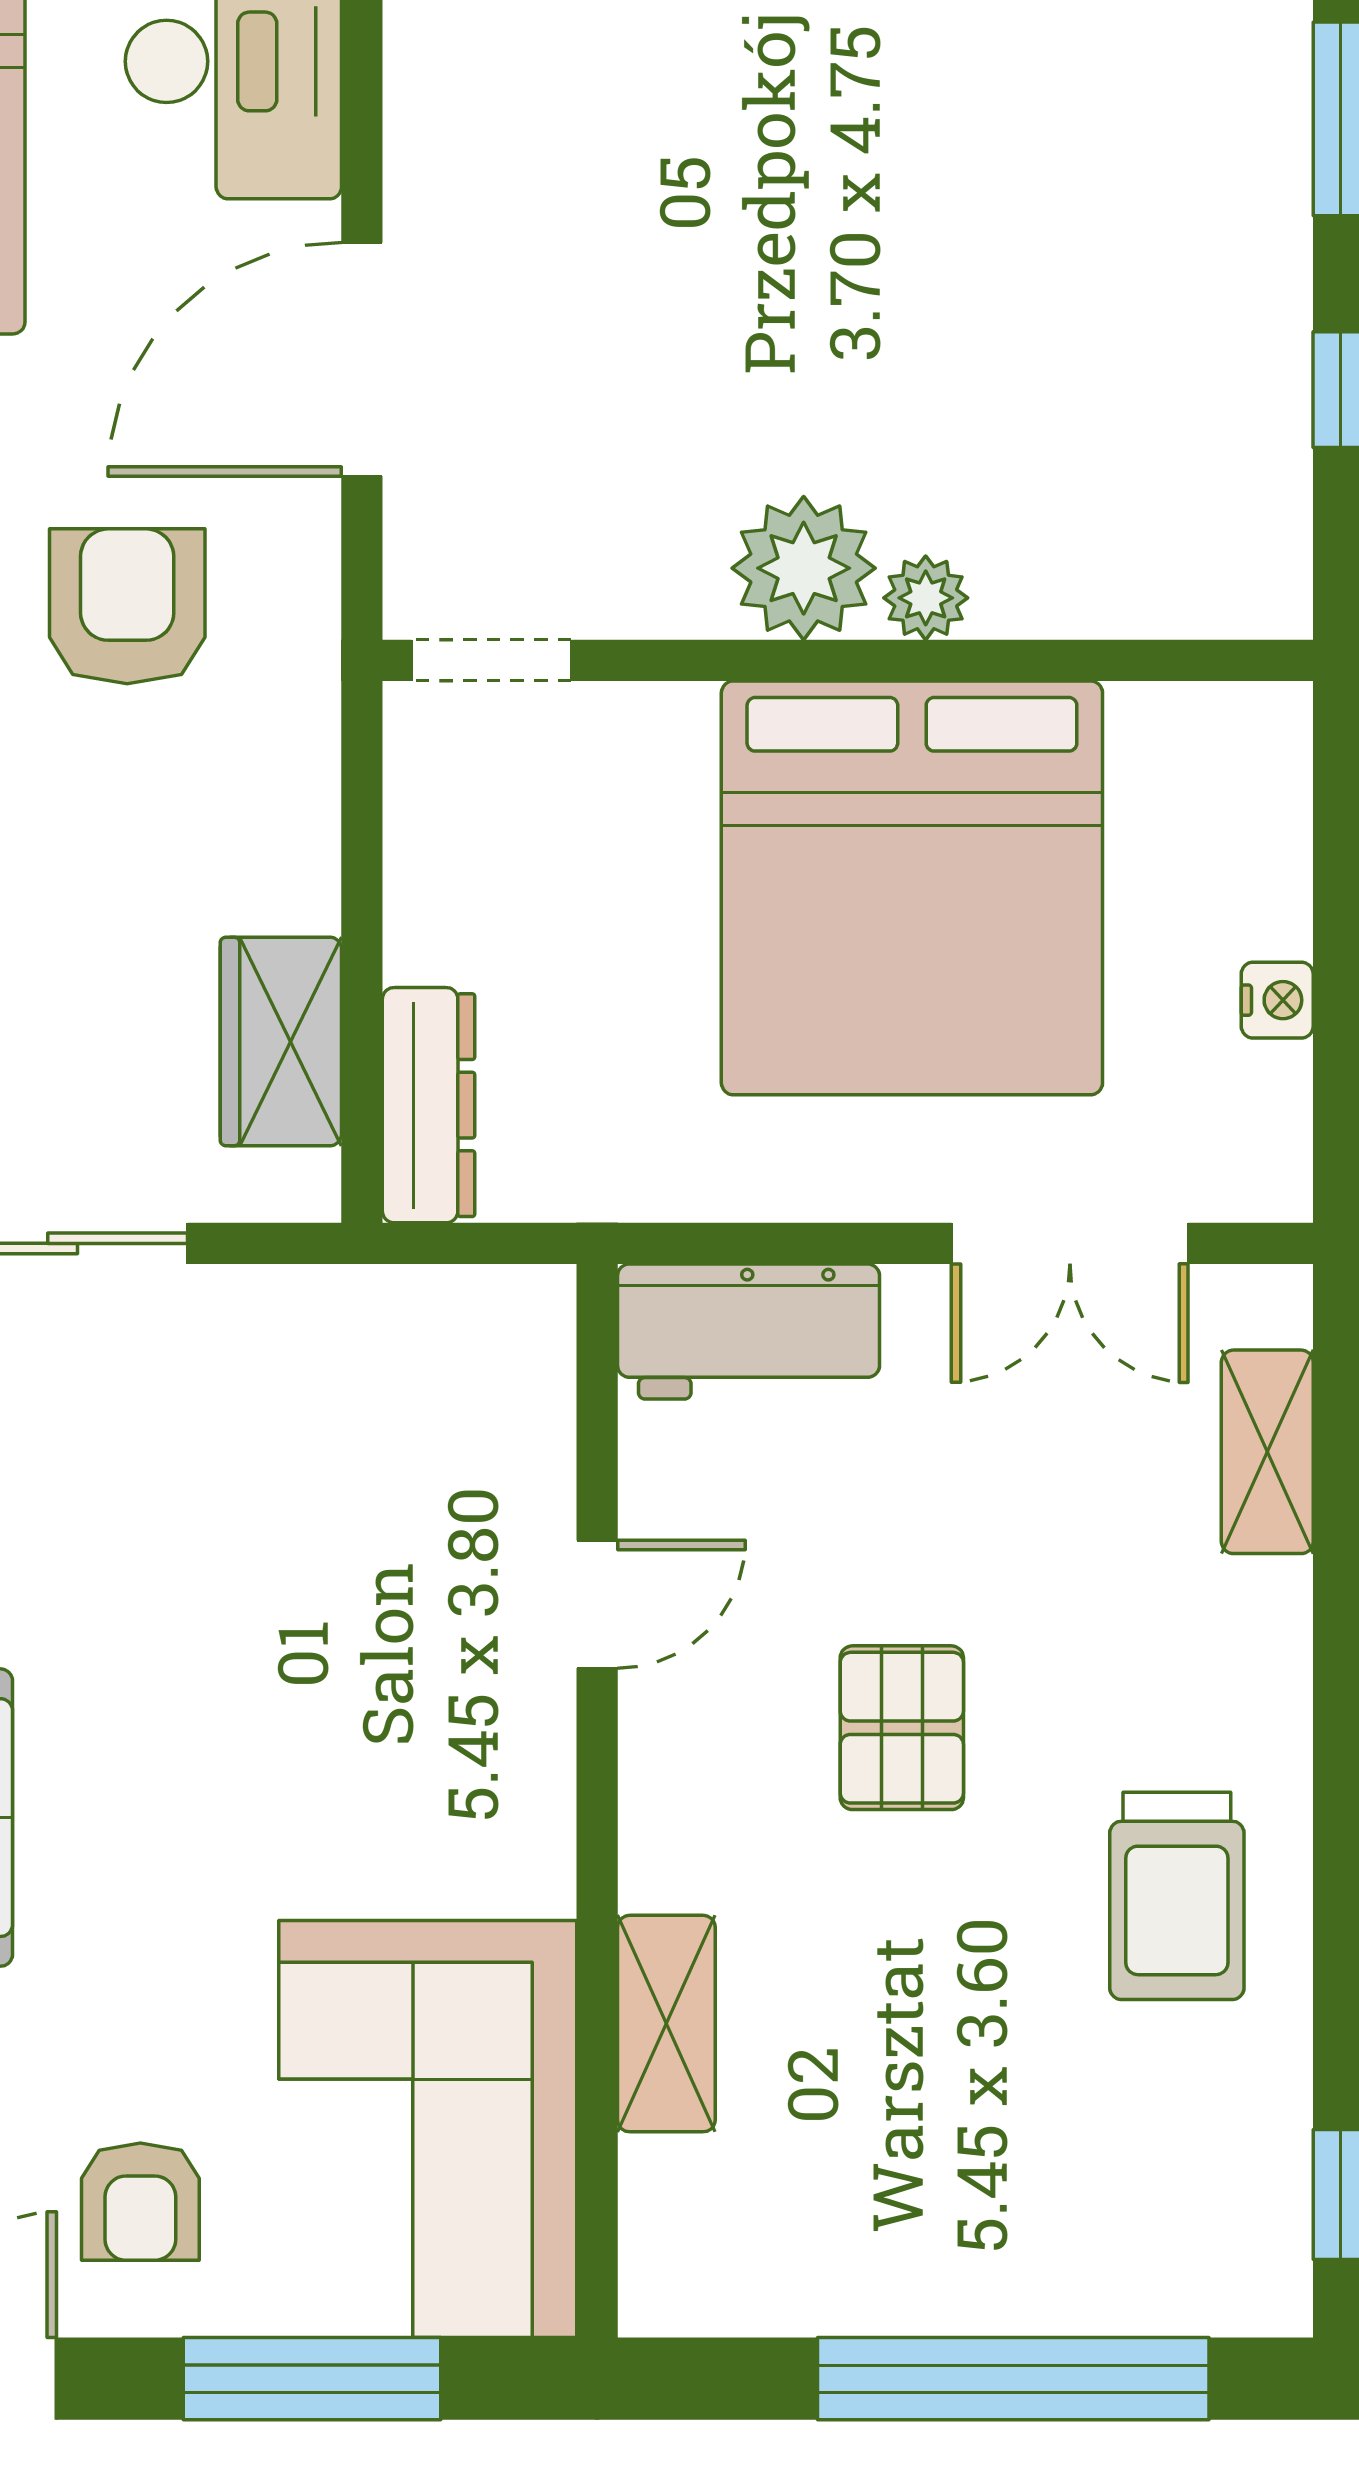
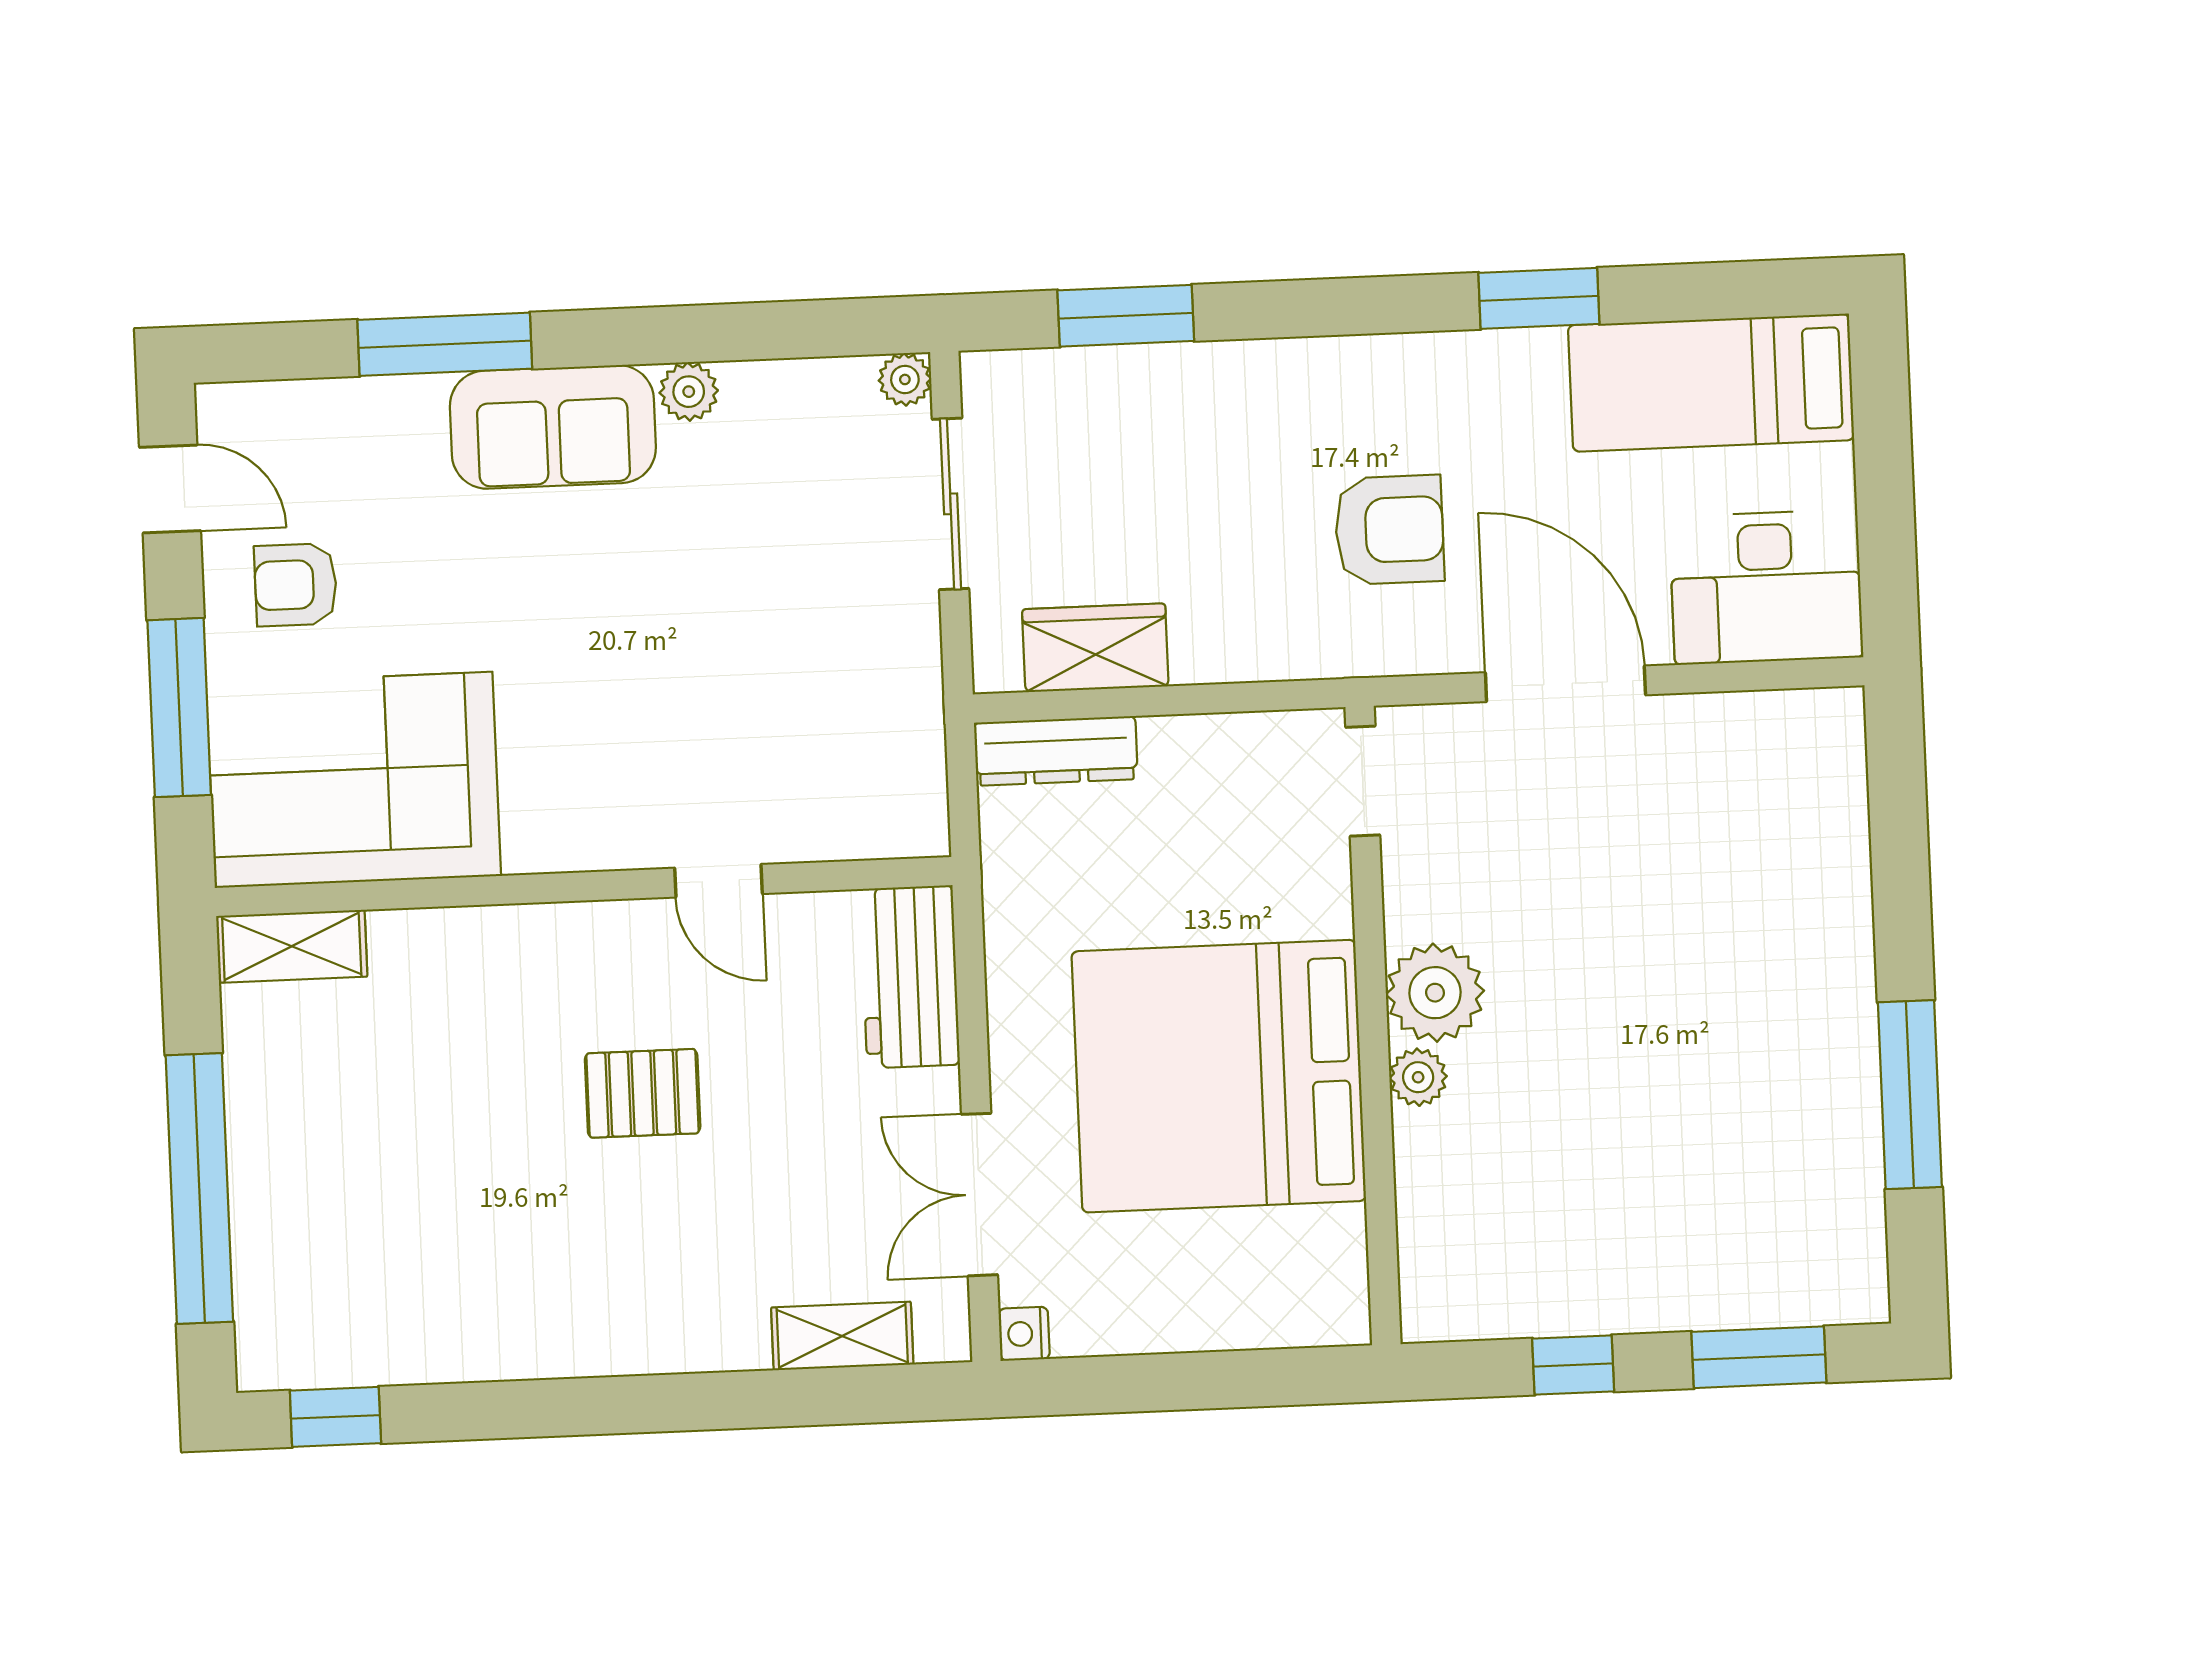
nightstand: (1277, 1000) -> (1024, 1334), moved, turned 90
trolley: (1177, 1896) -> (535, 1287), removed
shelving: (666, 2024) -> (292, 946), moved

